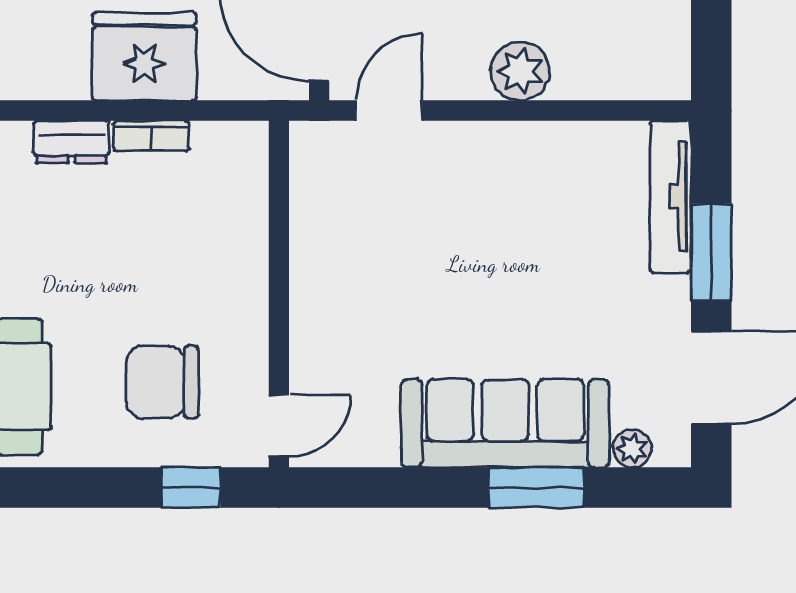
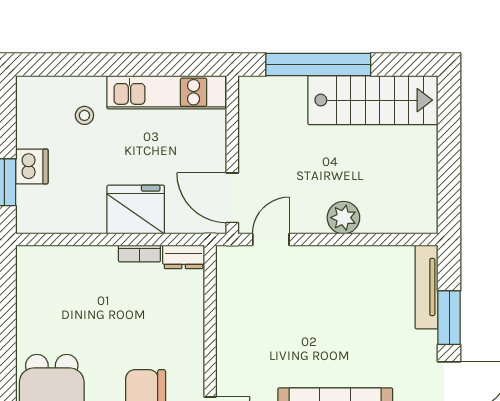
dresser: (71, 142) -> (184, 257), moved

